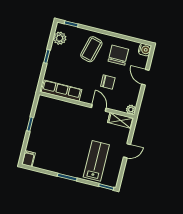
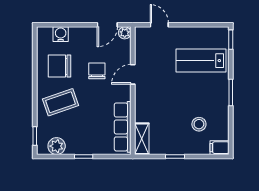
coffee table: (91, 49) -> (61, 102), turned -34
water cooler: (145, 50) -> (61, 34), moved
door: (145, 77) -> (107, 25), moved
shelving: (121, 120) -> (142, 139), moved
stool: (50, 148) -> (199, 124), added
door: (127, 151) -> (159, 25), moved

